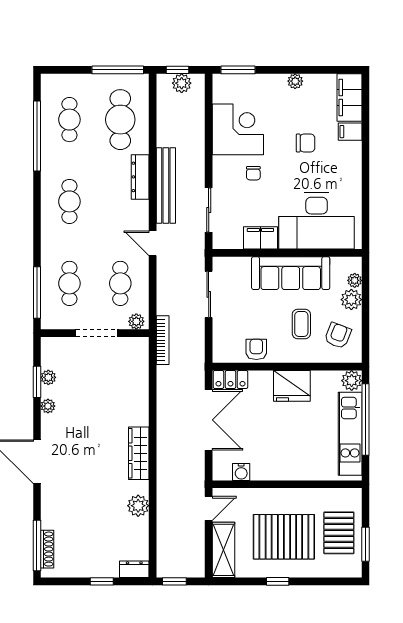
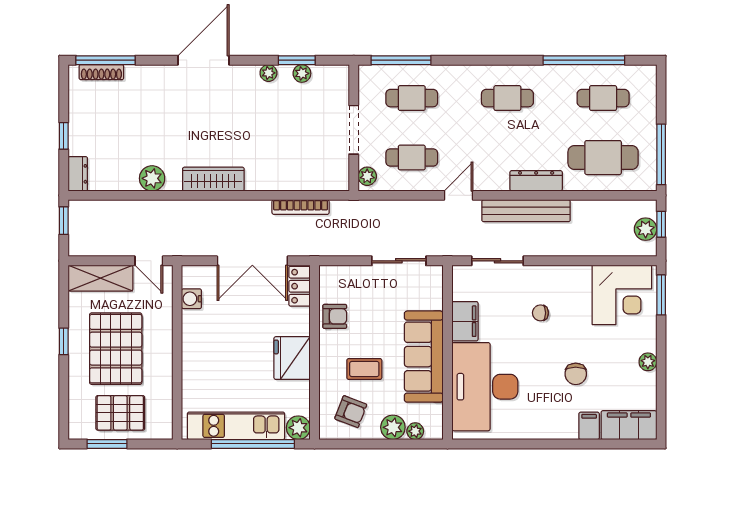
corner desk: (238, 129) -> (622, 295), moved
bookcase: (163, 340) -> (301, 207), moved

